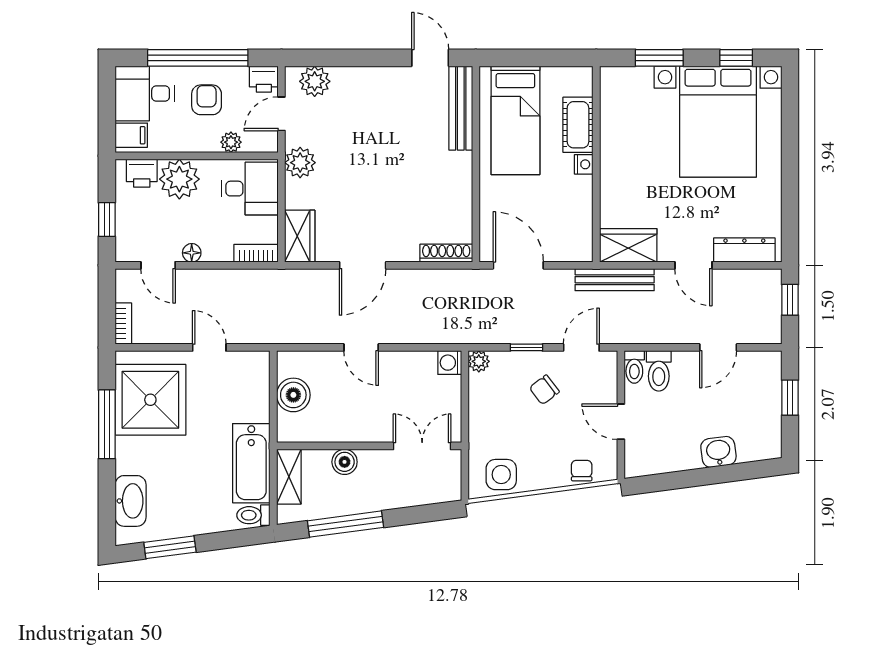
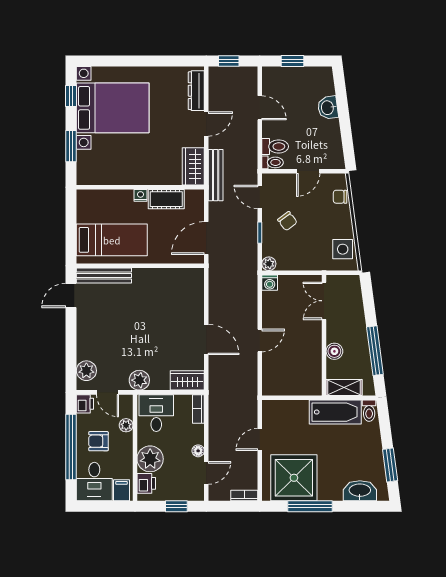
cot: (578, 125) -> (166, 199), moved
shoe rack: (446, 253) -> (198, 285), removed
boiler: (293, 395) -> (291, 385), removed

